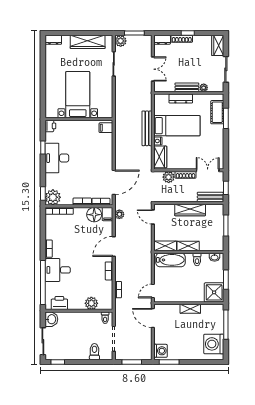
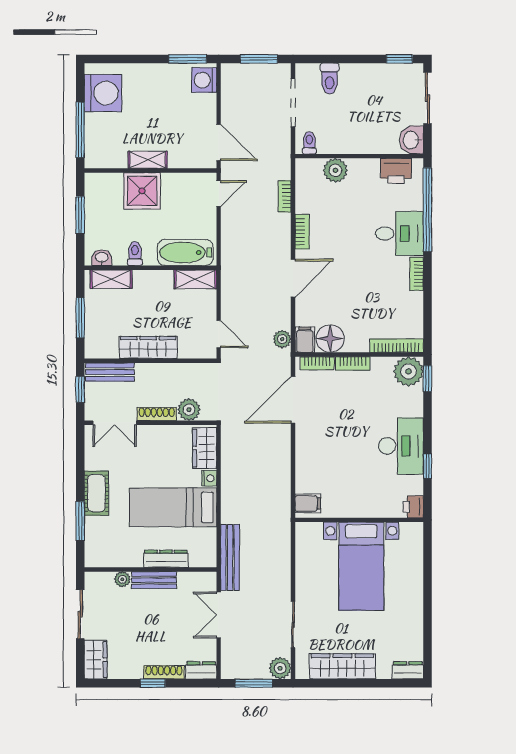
cot: (217, 112) -> (96, 493), moved
bench: (147, 128) -> (230, 557), moved
shelving: (188, 246) -> (111, 279), moved
shower: (214, 292) -> (142, 191), moved

